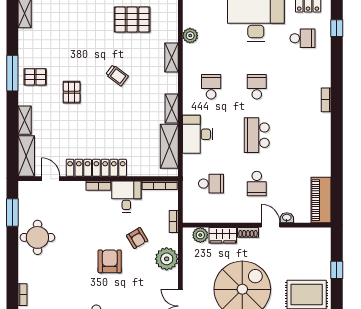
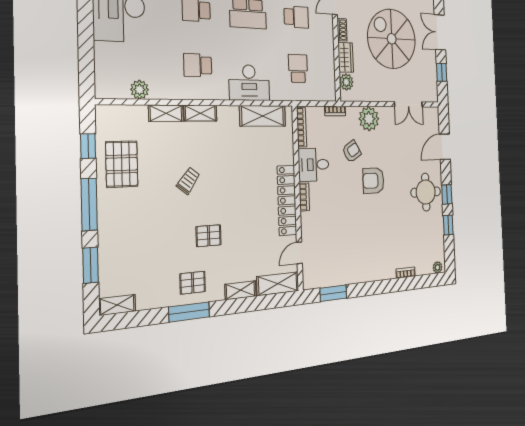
pallet: (35, 77) -> (193, 283), turned 90
shelving: (172, 108) -> (200, 113), moved
round table: (37, 237) -> (355, 262), removed

